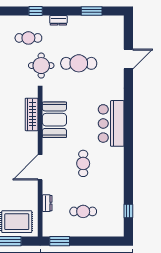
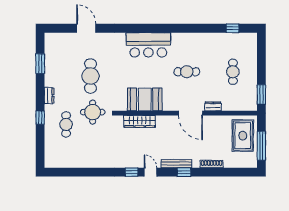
dresser: (47, 203) -> (213, 106), moved

